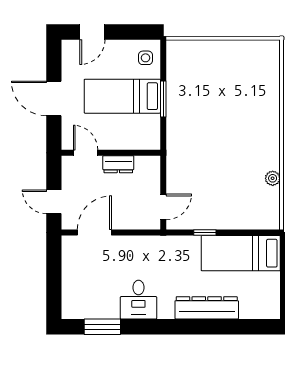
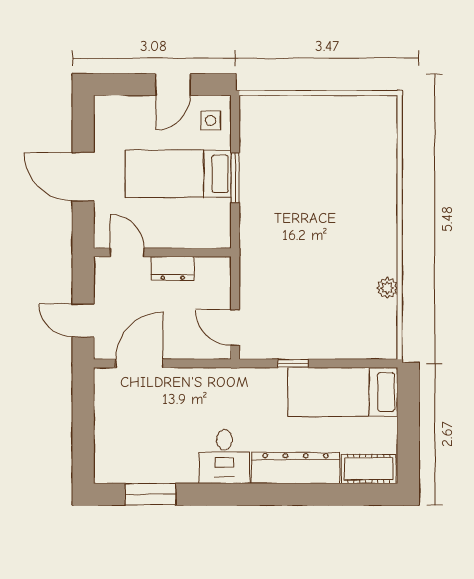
door: (92, 32) -> (173, 85), moved
door: (163, 207) -> (235, 328), swing flipped
desk: (138, 300) -> (224, 457), moved
cot: (259, 308) -> (369, 469), added

